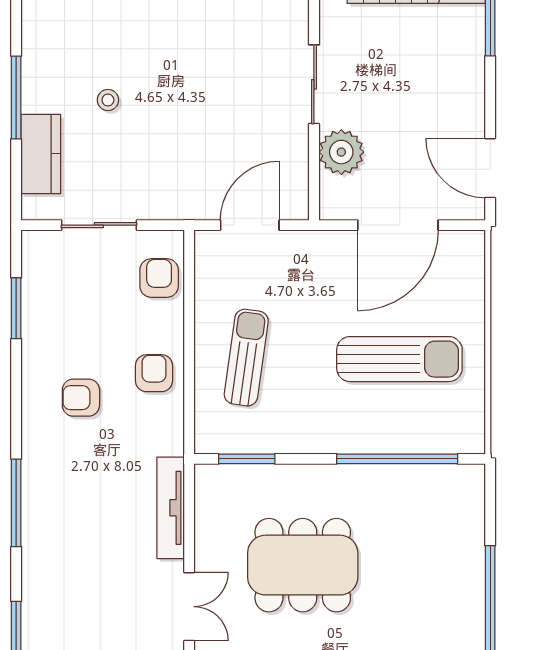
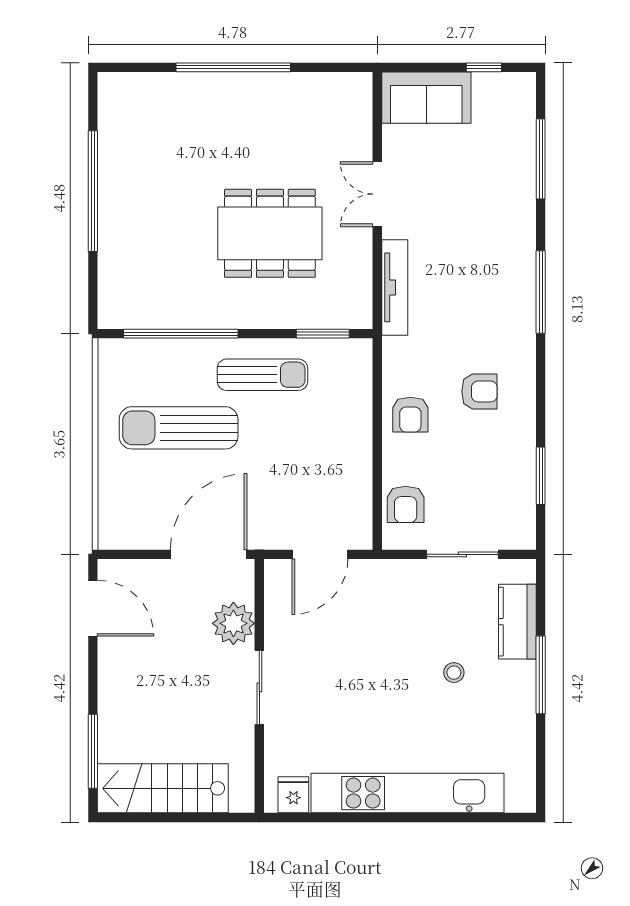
door: (398, 225) -> (209, 554), moved
sun lounger: (246, 358) -> (262, 375), moved, turned -98

